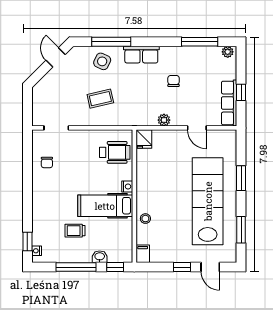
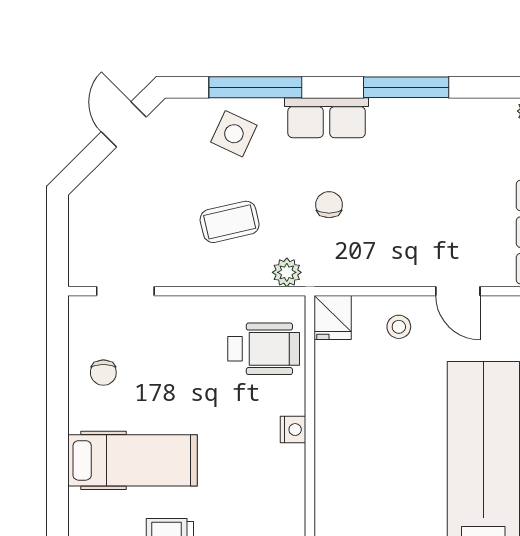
window: (200, 42) -> (406, 87), moved
chair: (174, 81) -> (329, 205), moved
plant: (164, 120) -> (287, 272), moved
hospital bed: (105, 206) -> (132, 460), moved, turned 180
stool: (145, 219) -> (399, 327), moved

